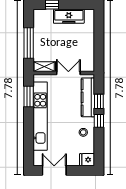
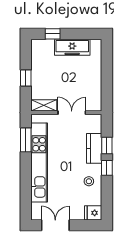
window: (29, 43) -> (26, 78), width x0.46
kitchen counter: (88, 97) -> (94, 148), width x0.67

